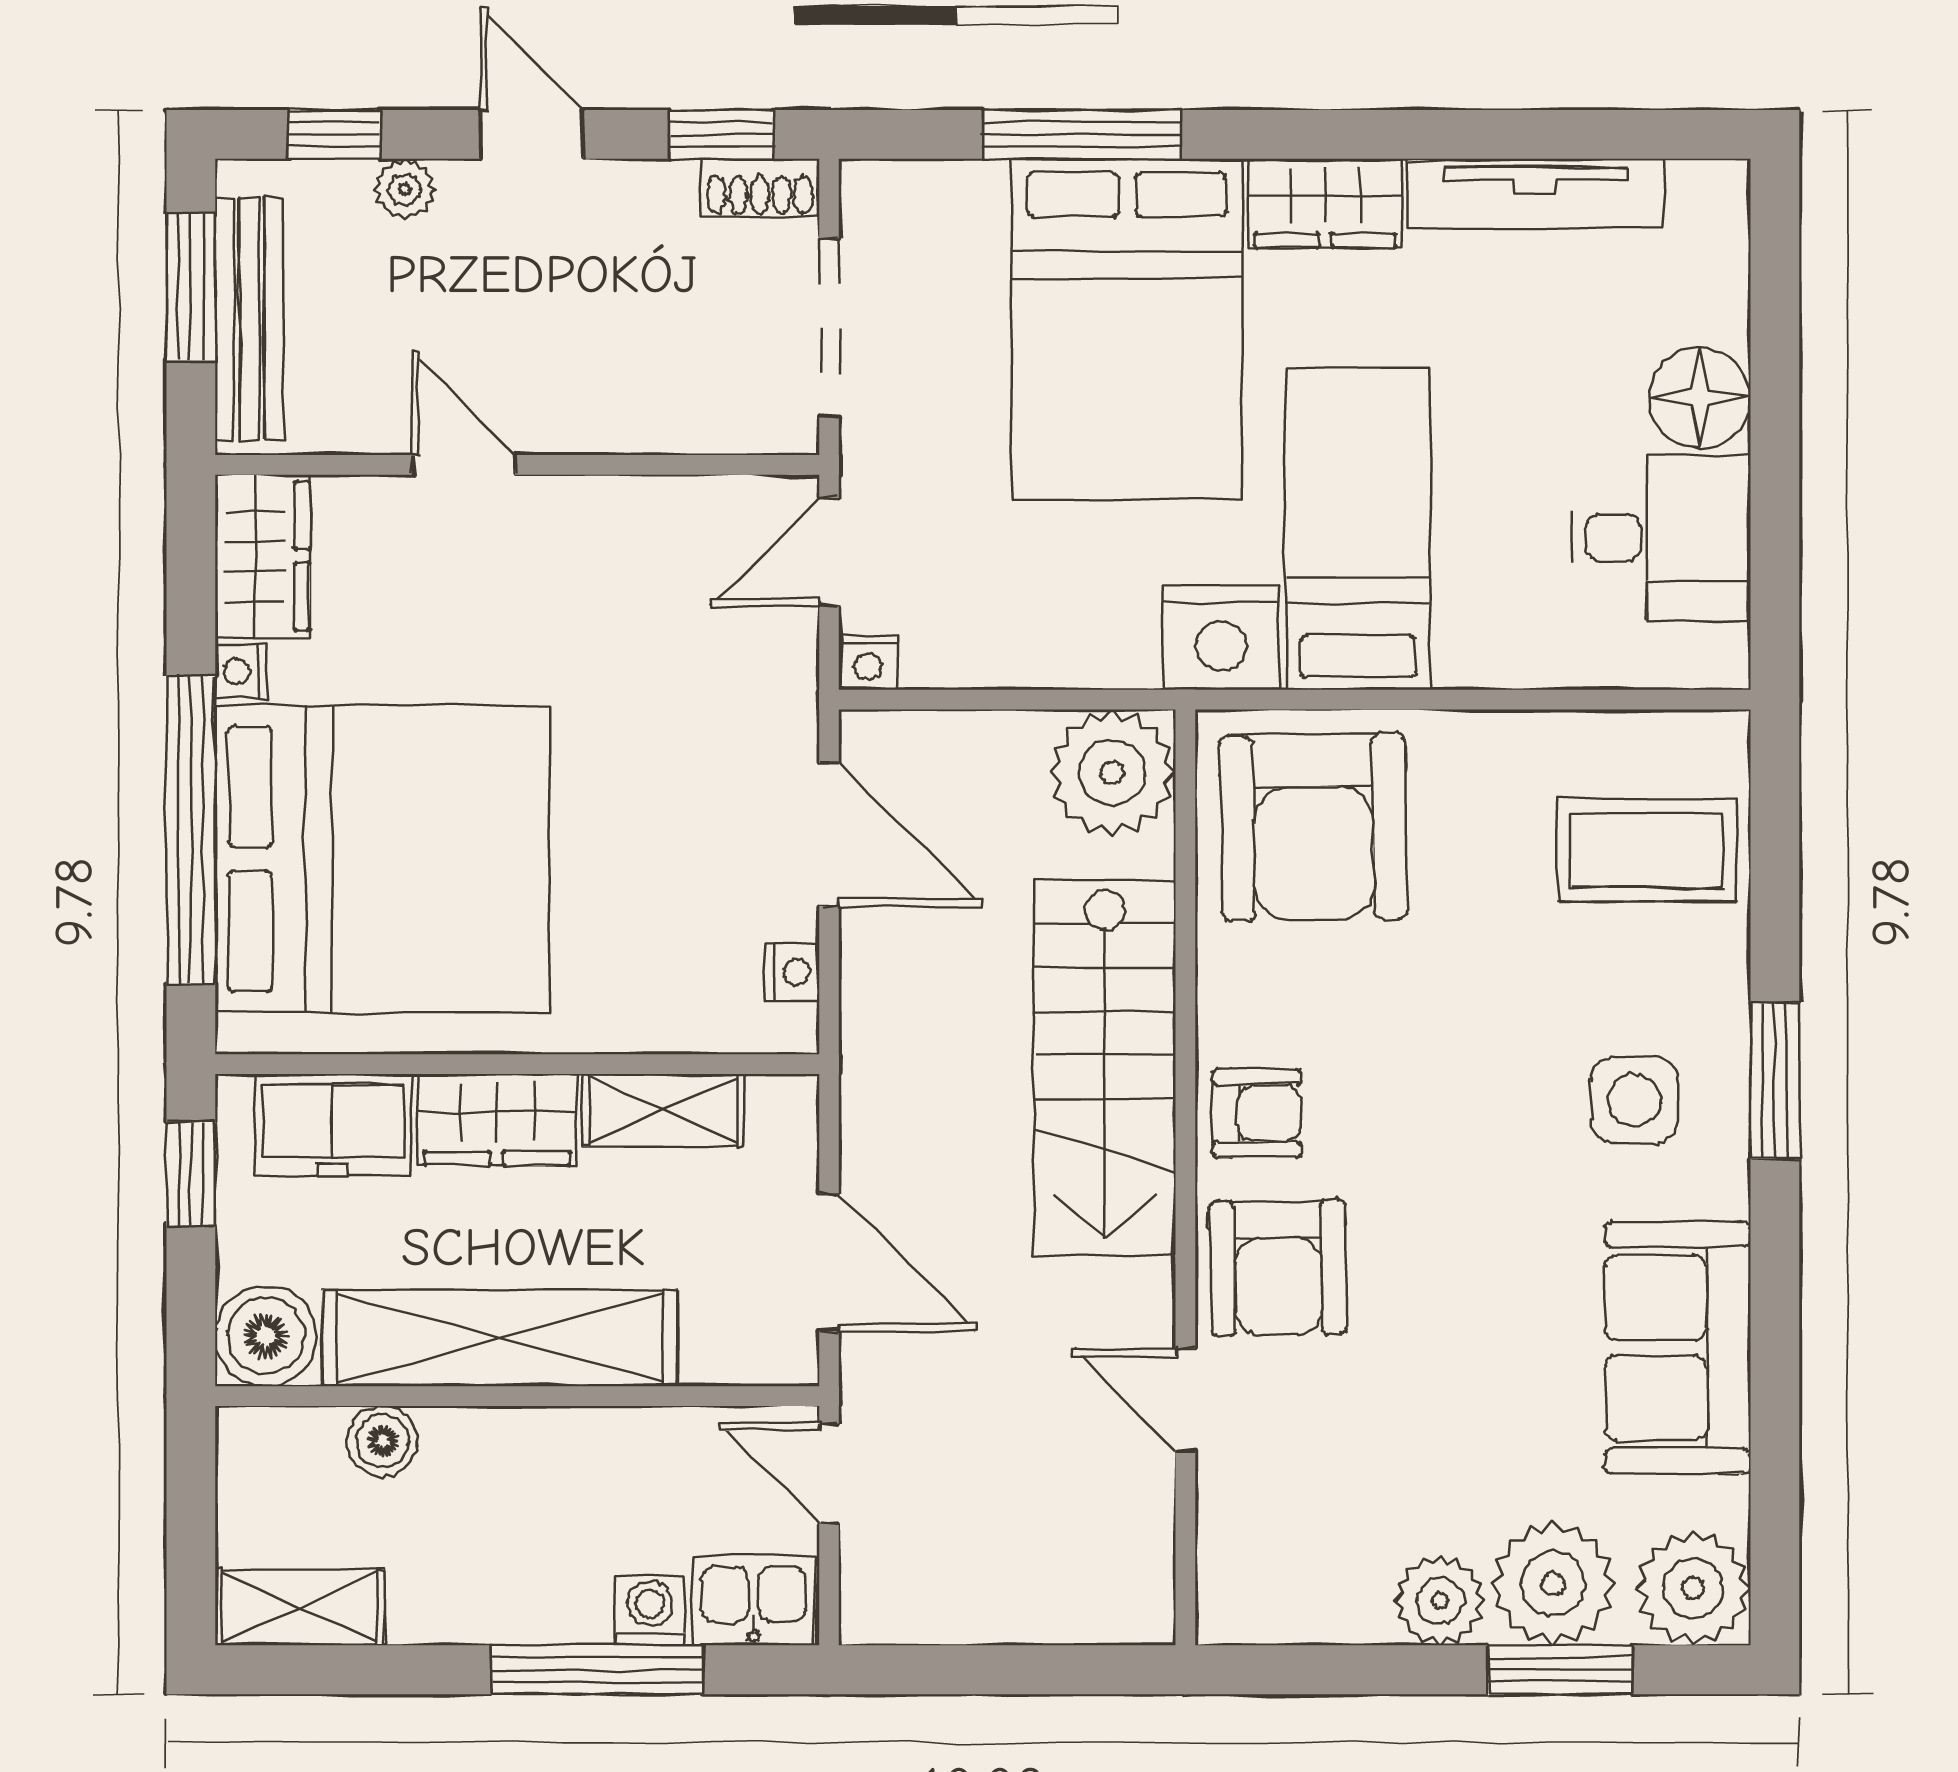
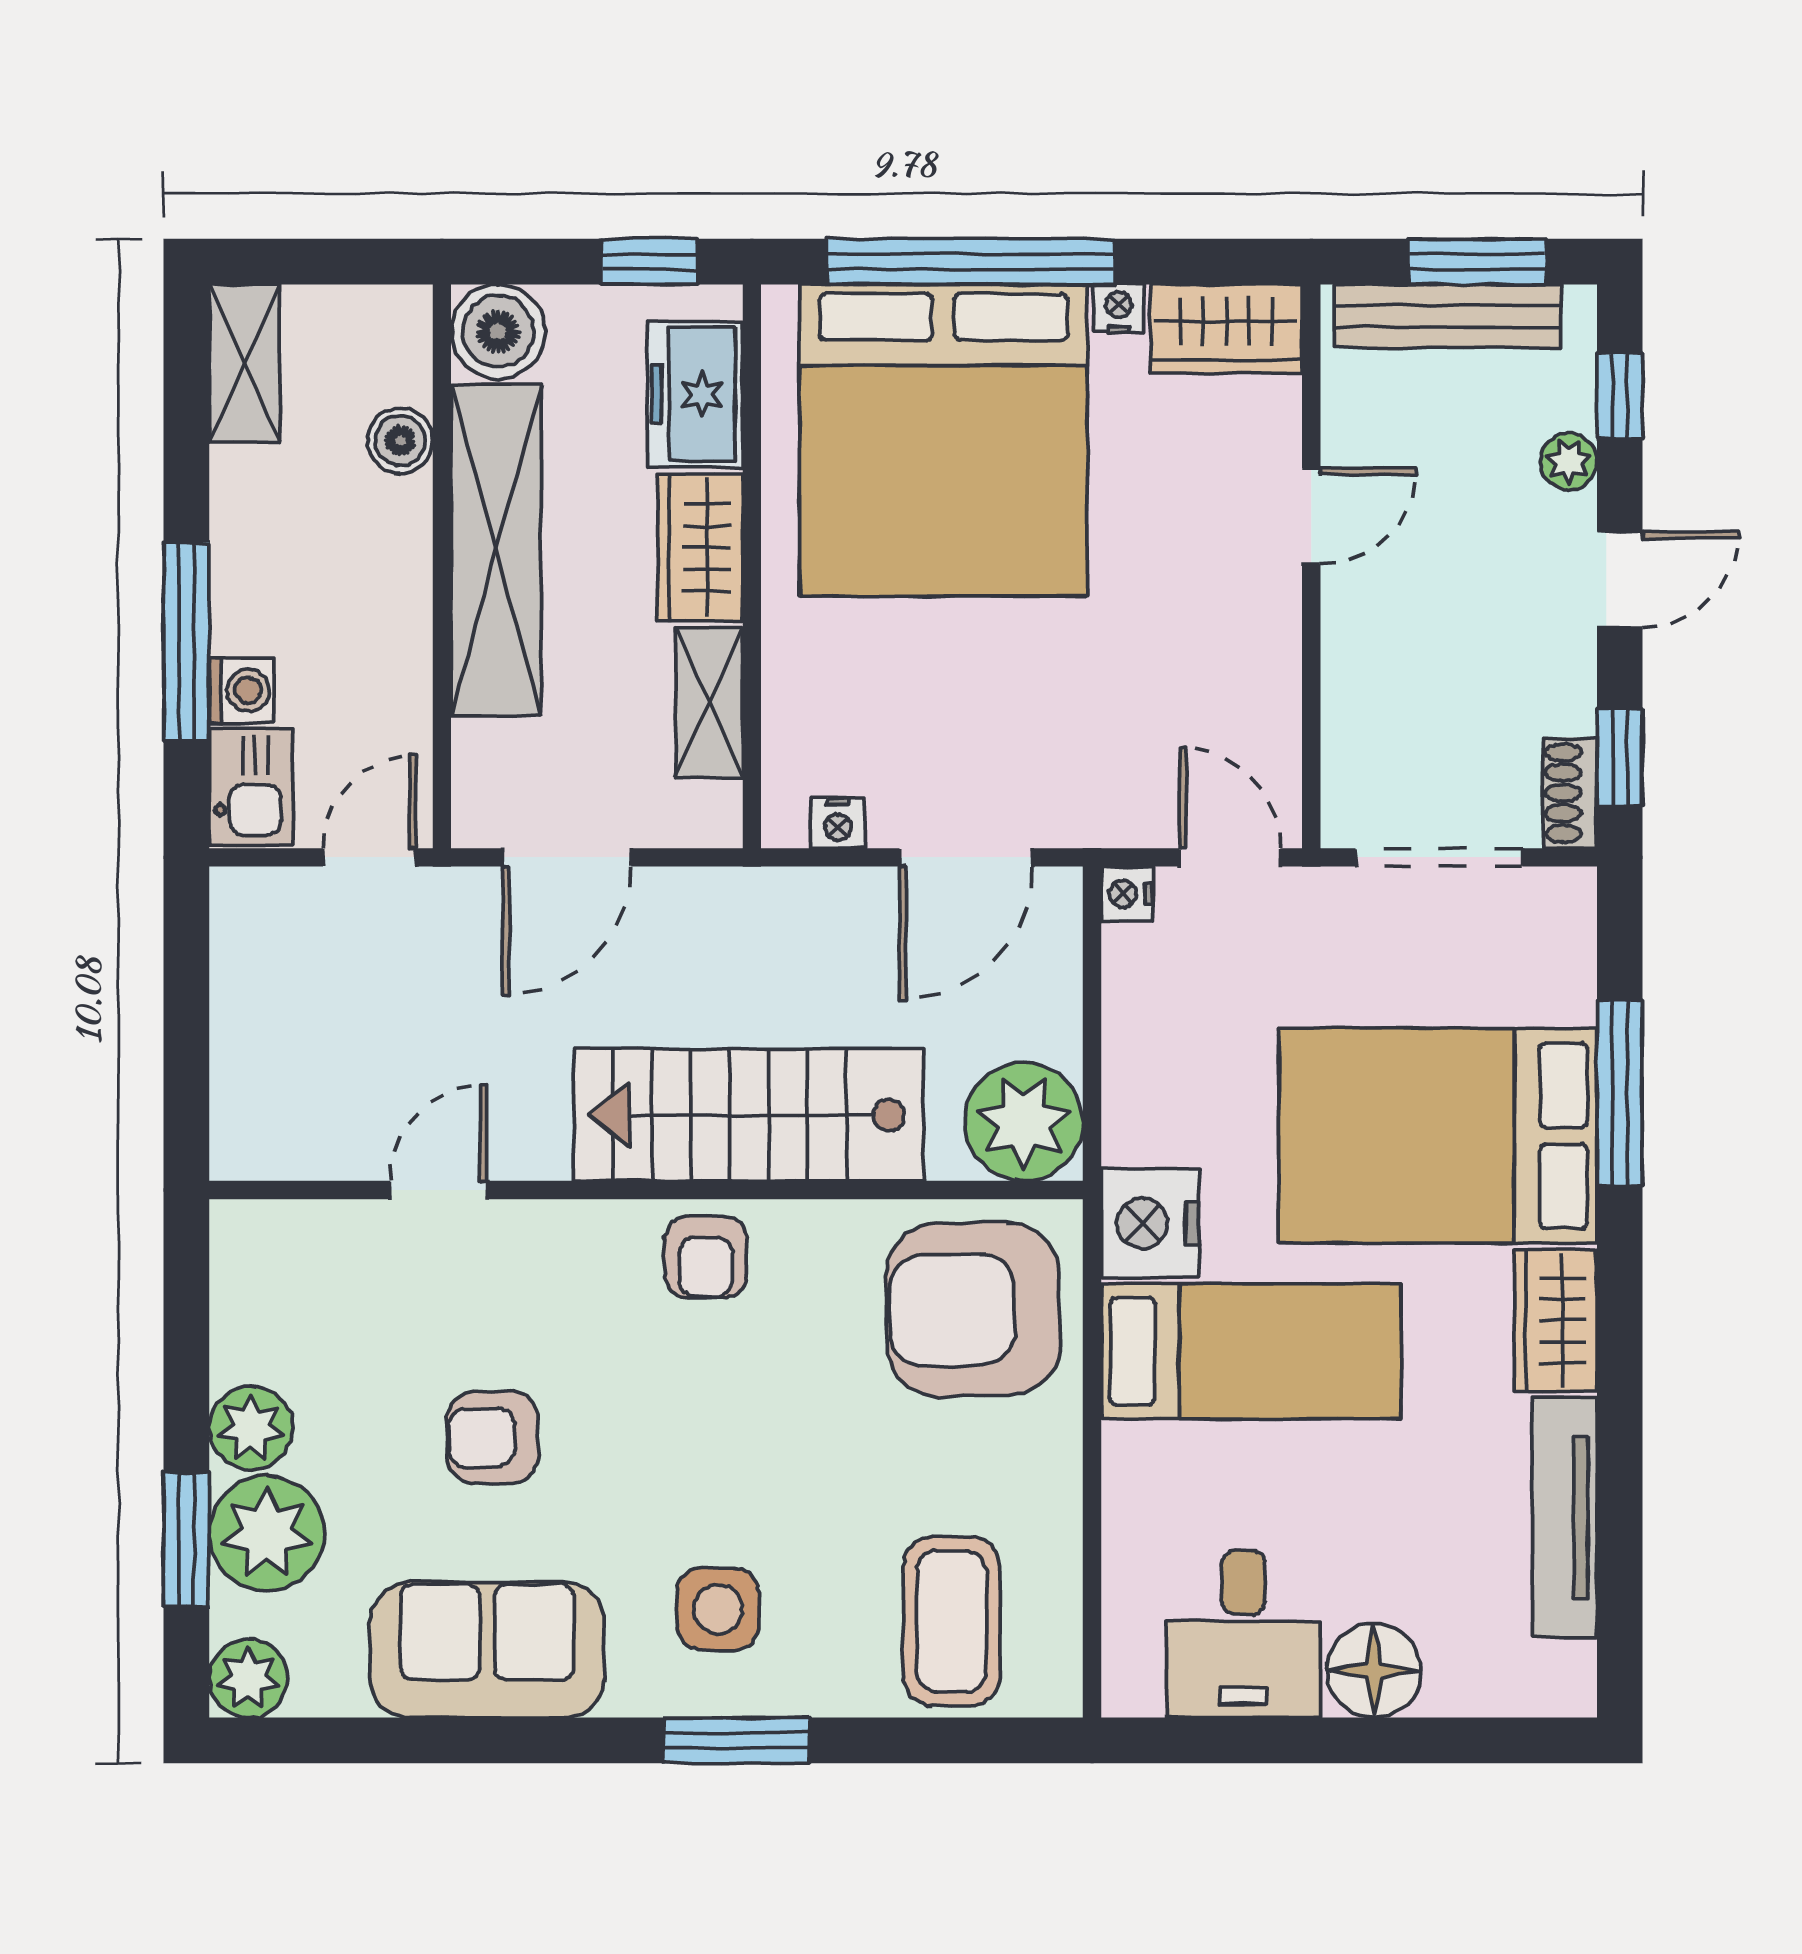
armchair: (1278, 1268) -> (493, 1438), moved, width x0.72, depth x0.72
plant: (1693, 1588) -> (248, 1678), width x0.73, depth x0.73

